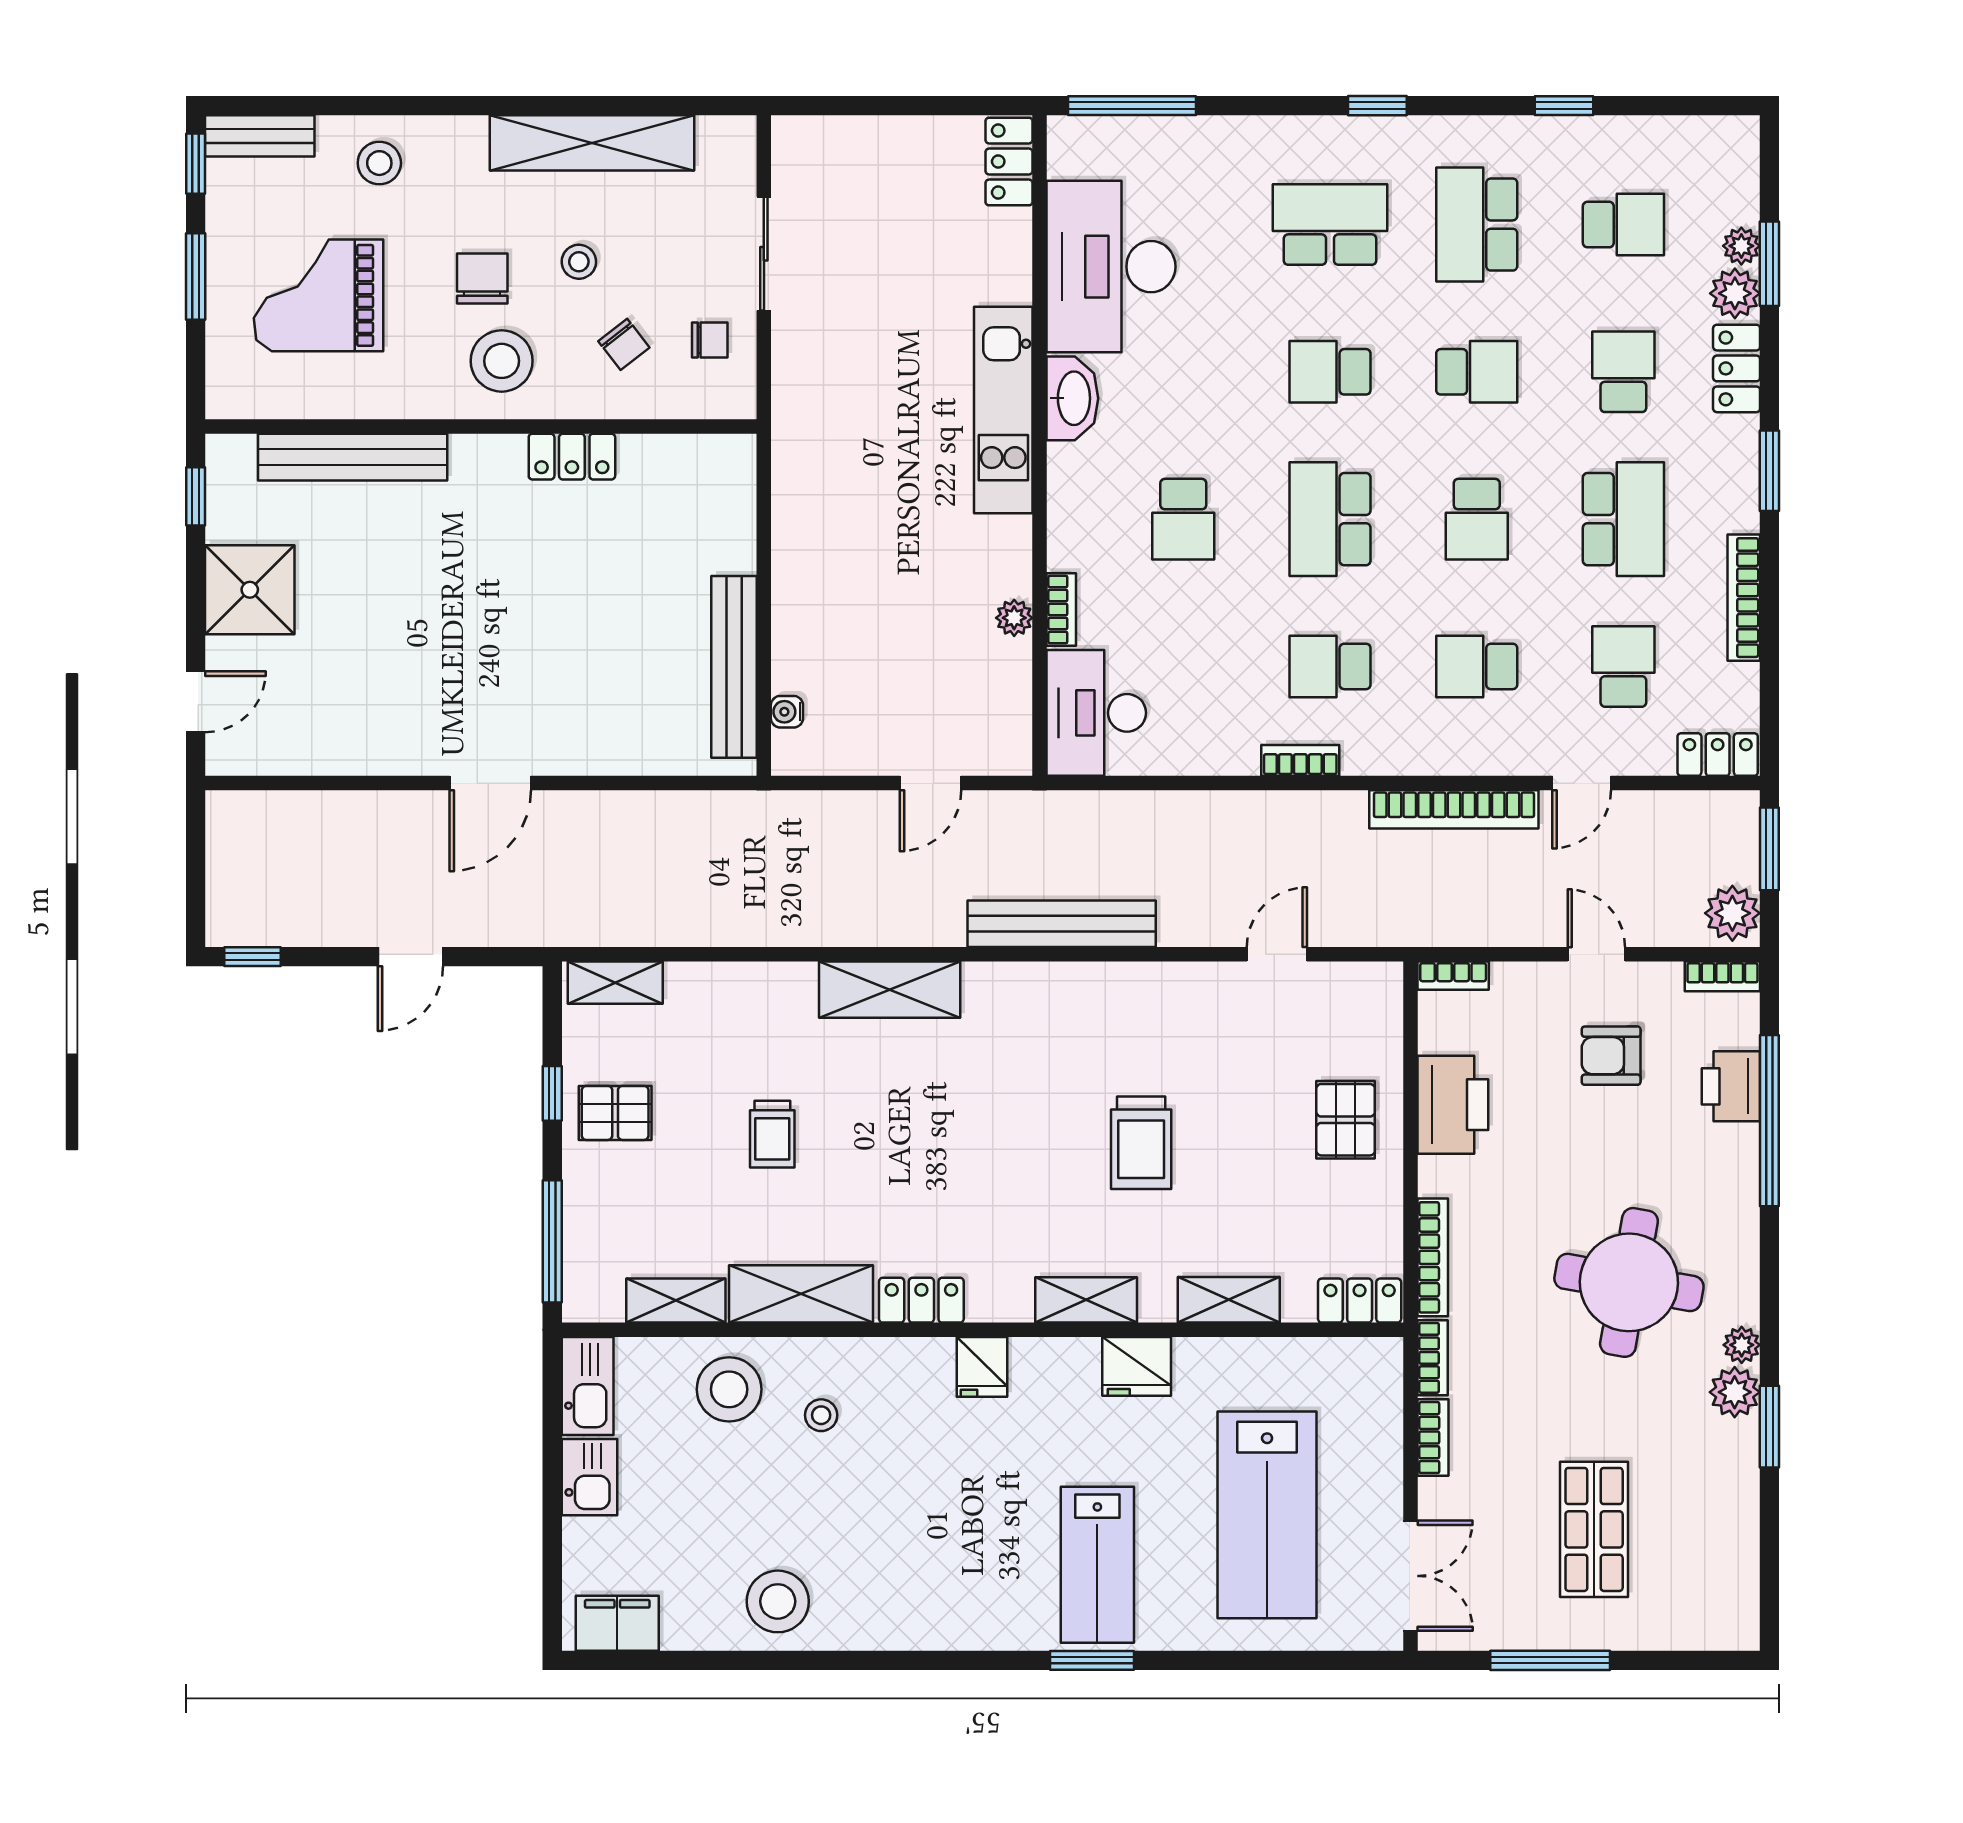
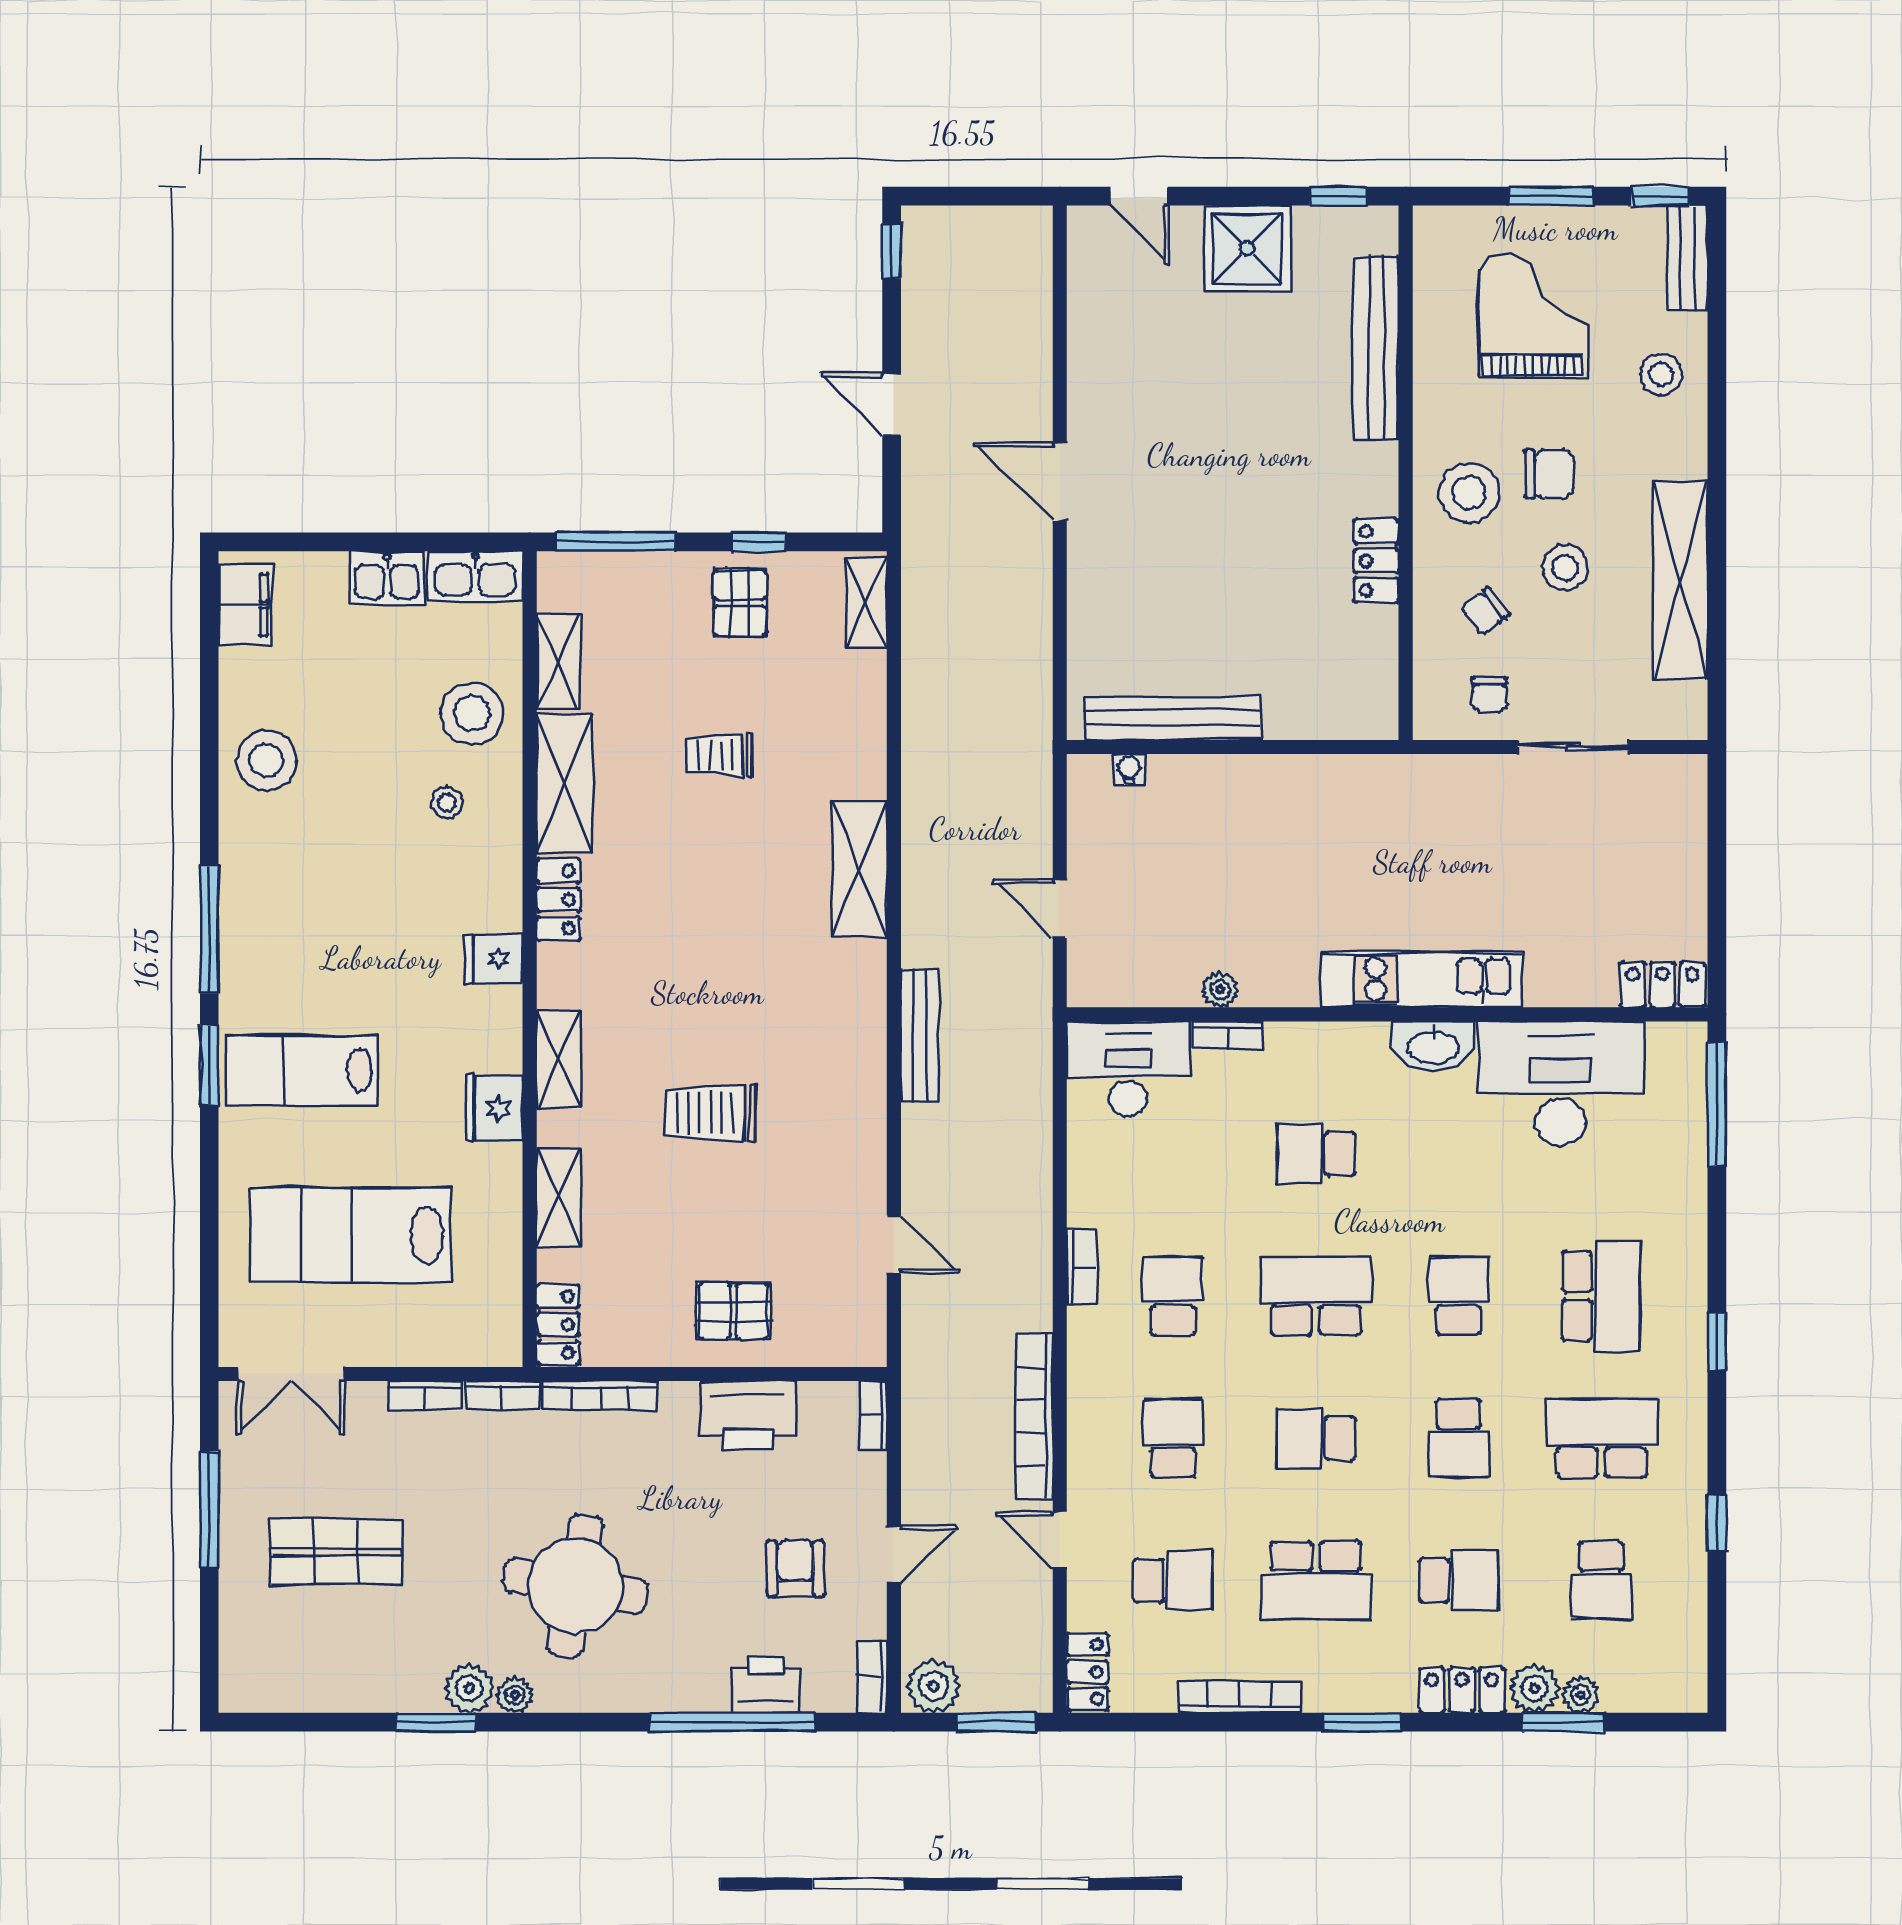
stool: (579, 262) -> (1565, 568), width x1.37, depth x1.37
bench: (1062, 924) -> (919, 1036), width x0.73, depth x0.82
window: (952, 1660) -> (209, 929), added

